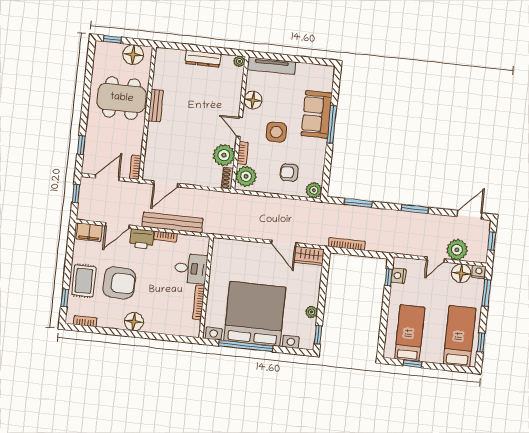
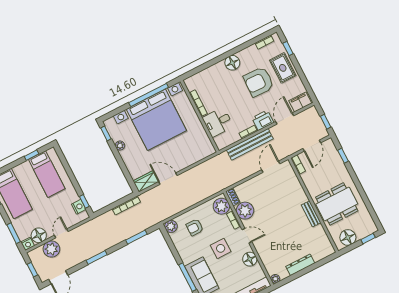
armchair: (289, 173) -> (195, 227), turned 180

